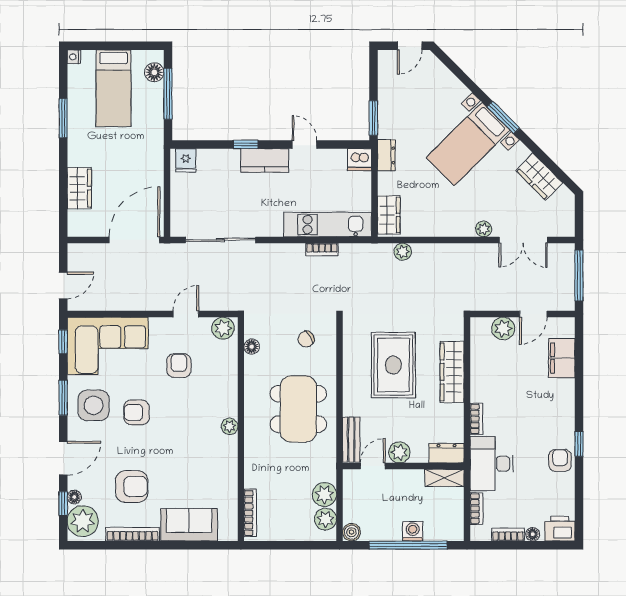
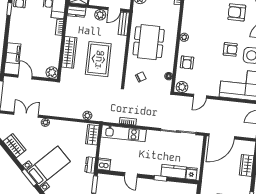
kitchen counter: (265, 160) -> (174, 172), moved
door: (533, 314) -> (25, 77), hinge flipped
plant: (503, 328) -> (52, 73), moved
armchair: (179, 366) -> (187, 62), moved

